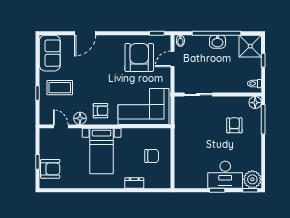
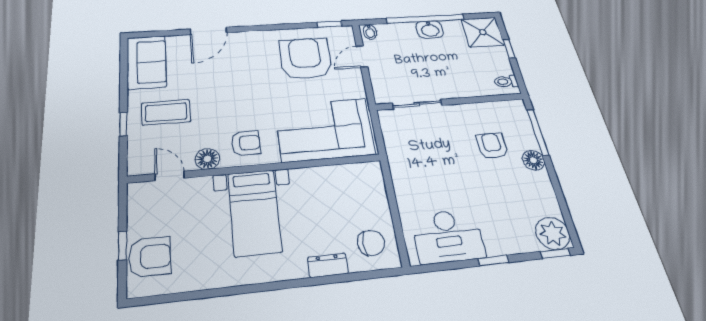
floor lamp: (255, 103) -> (533, 160), moved
chair: (152, 156) -> (371, 243), moved
desk: (225, 175) -> (448, 236), moved

